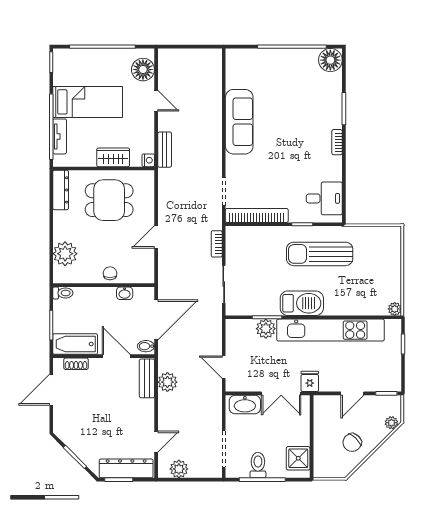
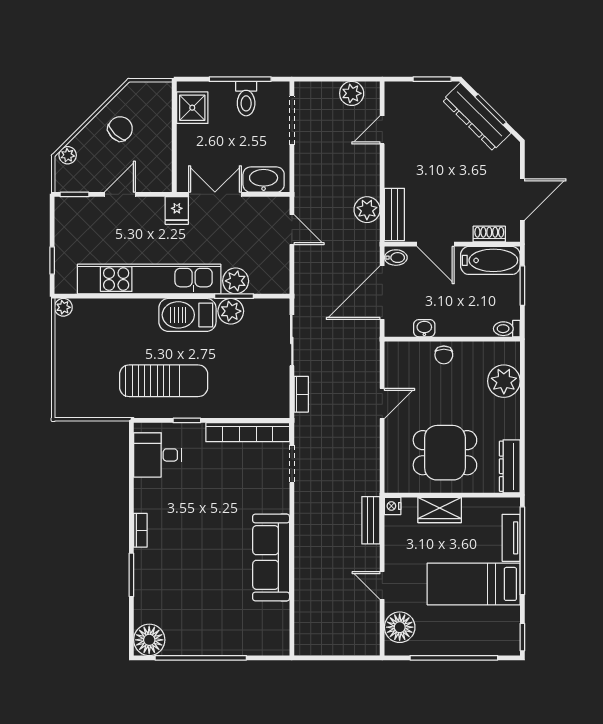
plant: (269, 306) -> (231, 311), added
dresser: (126, 468) -> (477, 117), moved, turned 45

